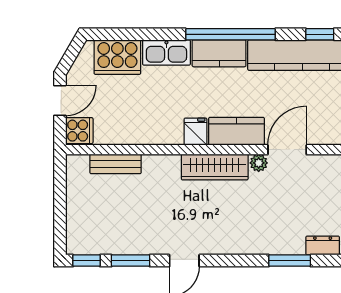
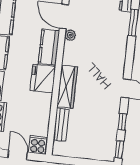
fridge: (195, 132) -> (43, 78), width x1.88, depth x1.34
wardrobe: (215, 167) -> (67, 87), moved
window: (131, 261) -> (122, 122), width x0.67

